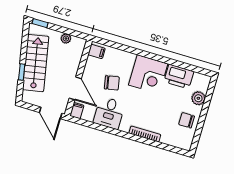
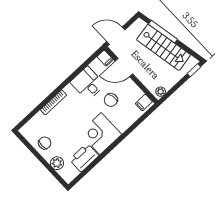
plant: (66, 39) -> (161, 92), moved
window: (22, 72) -> (163, 32), width x2.17

